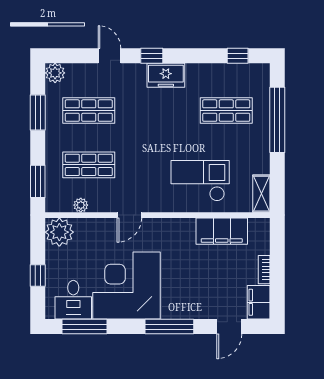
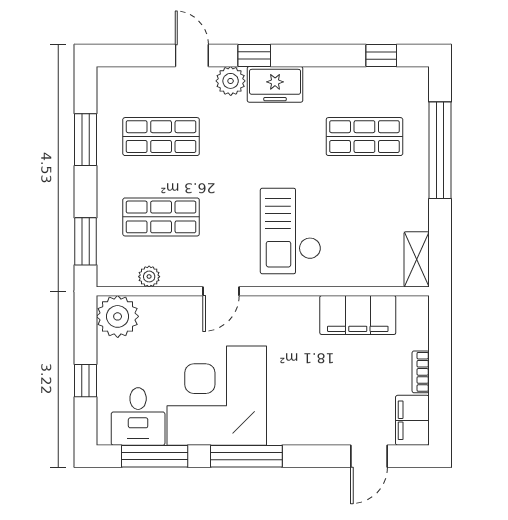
plant: (55, 73) -> (231, 81), moved
checkout: (200, 181) -> (291, 231), moved, turned -90
window: (169, 327) -> (246, 456), moved

